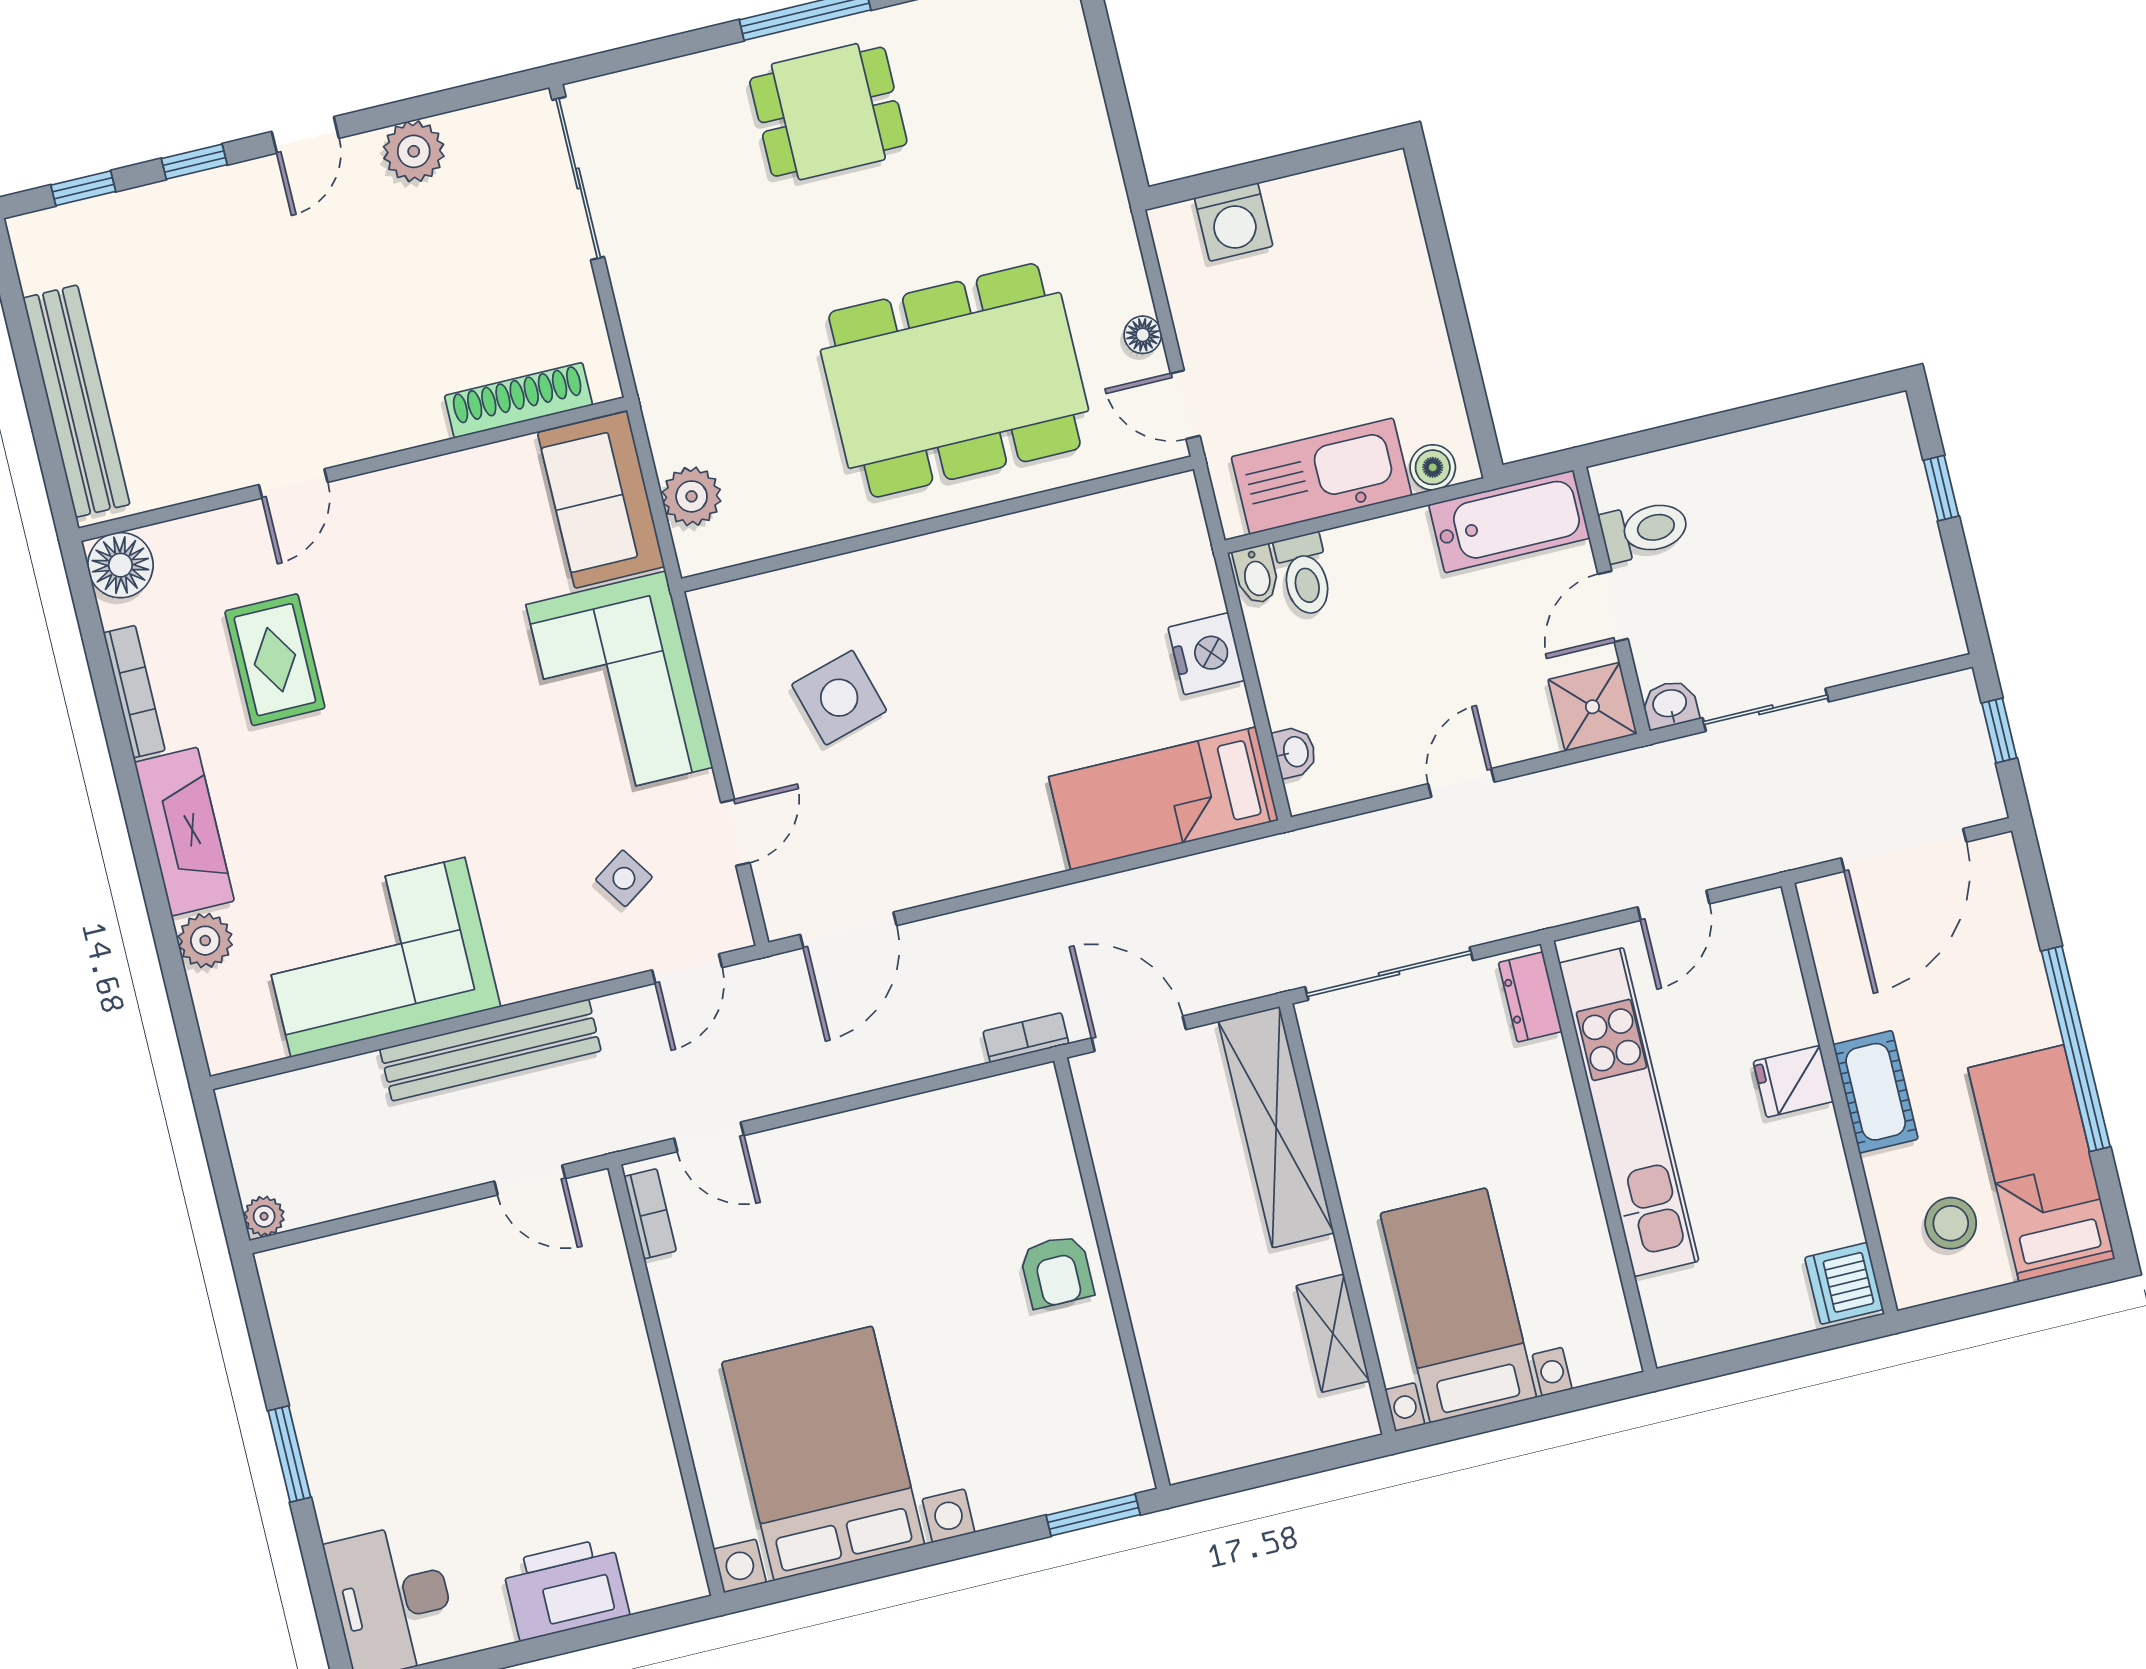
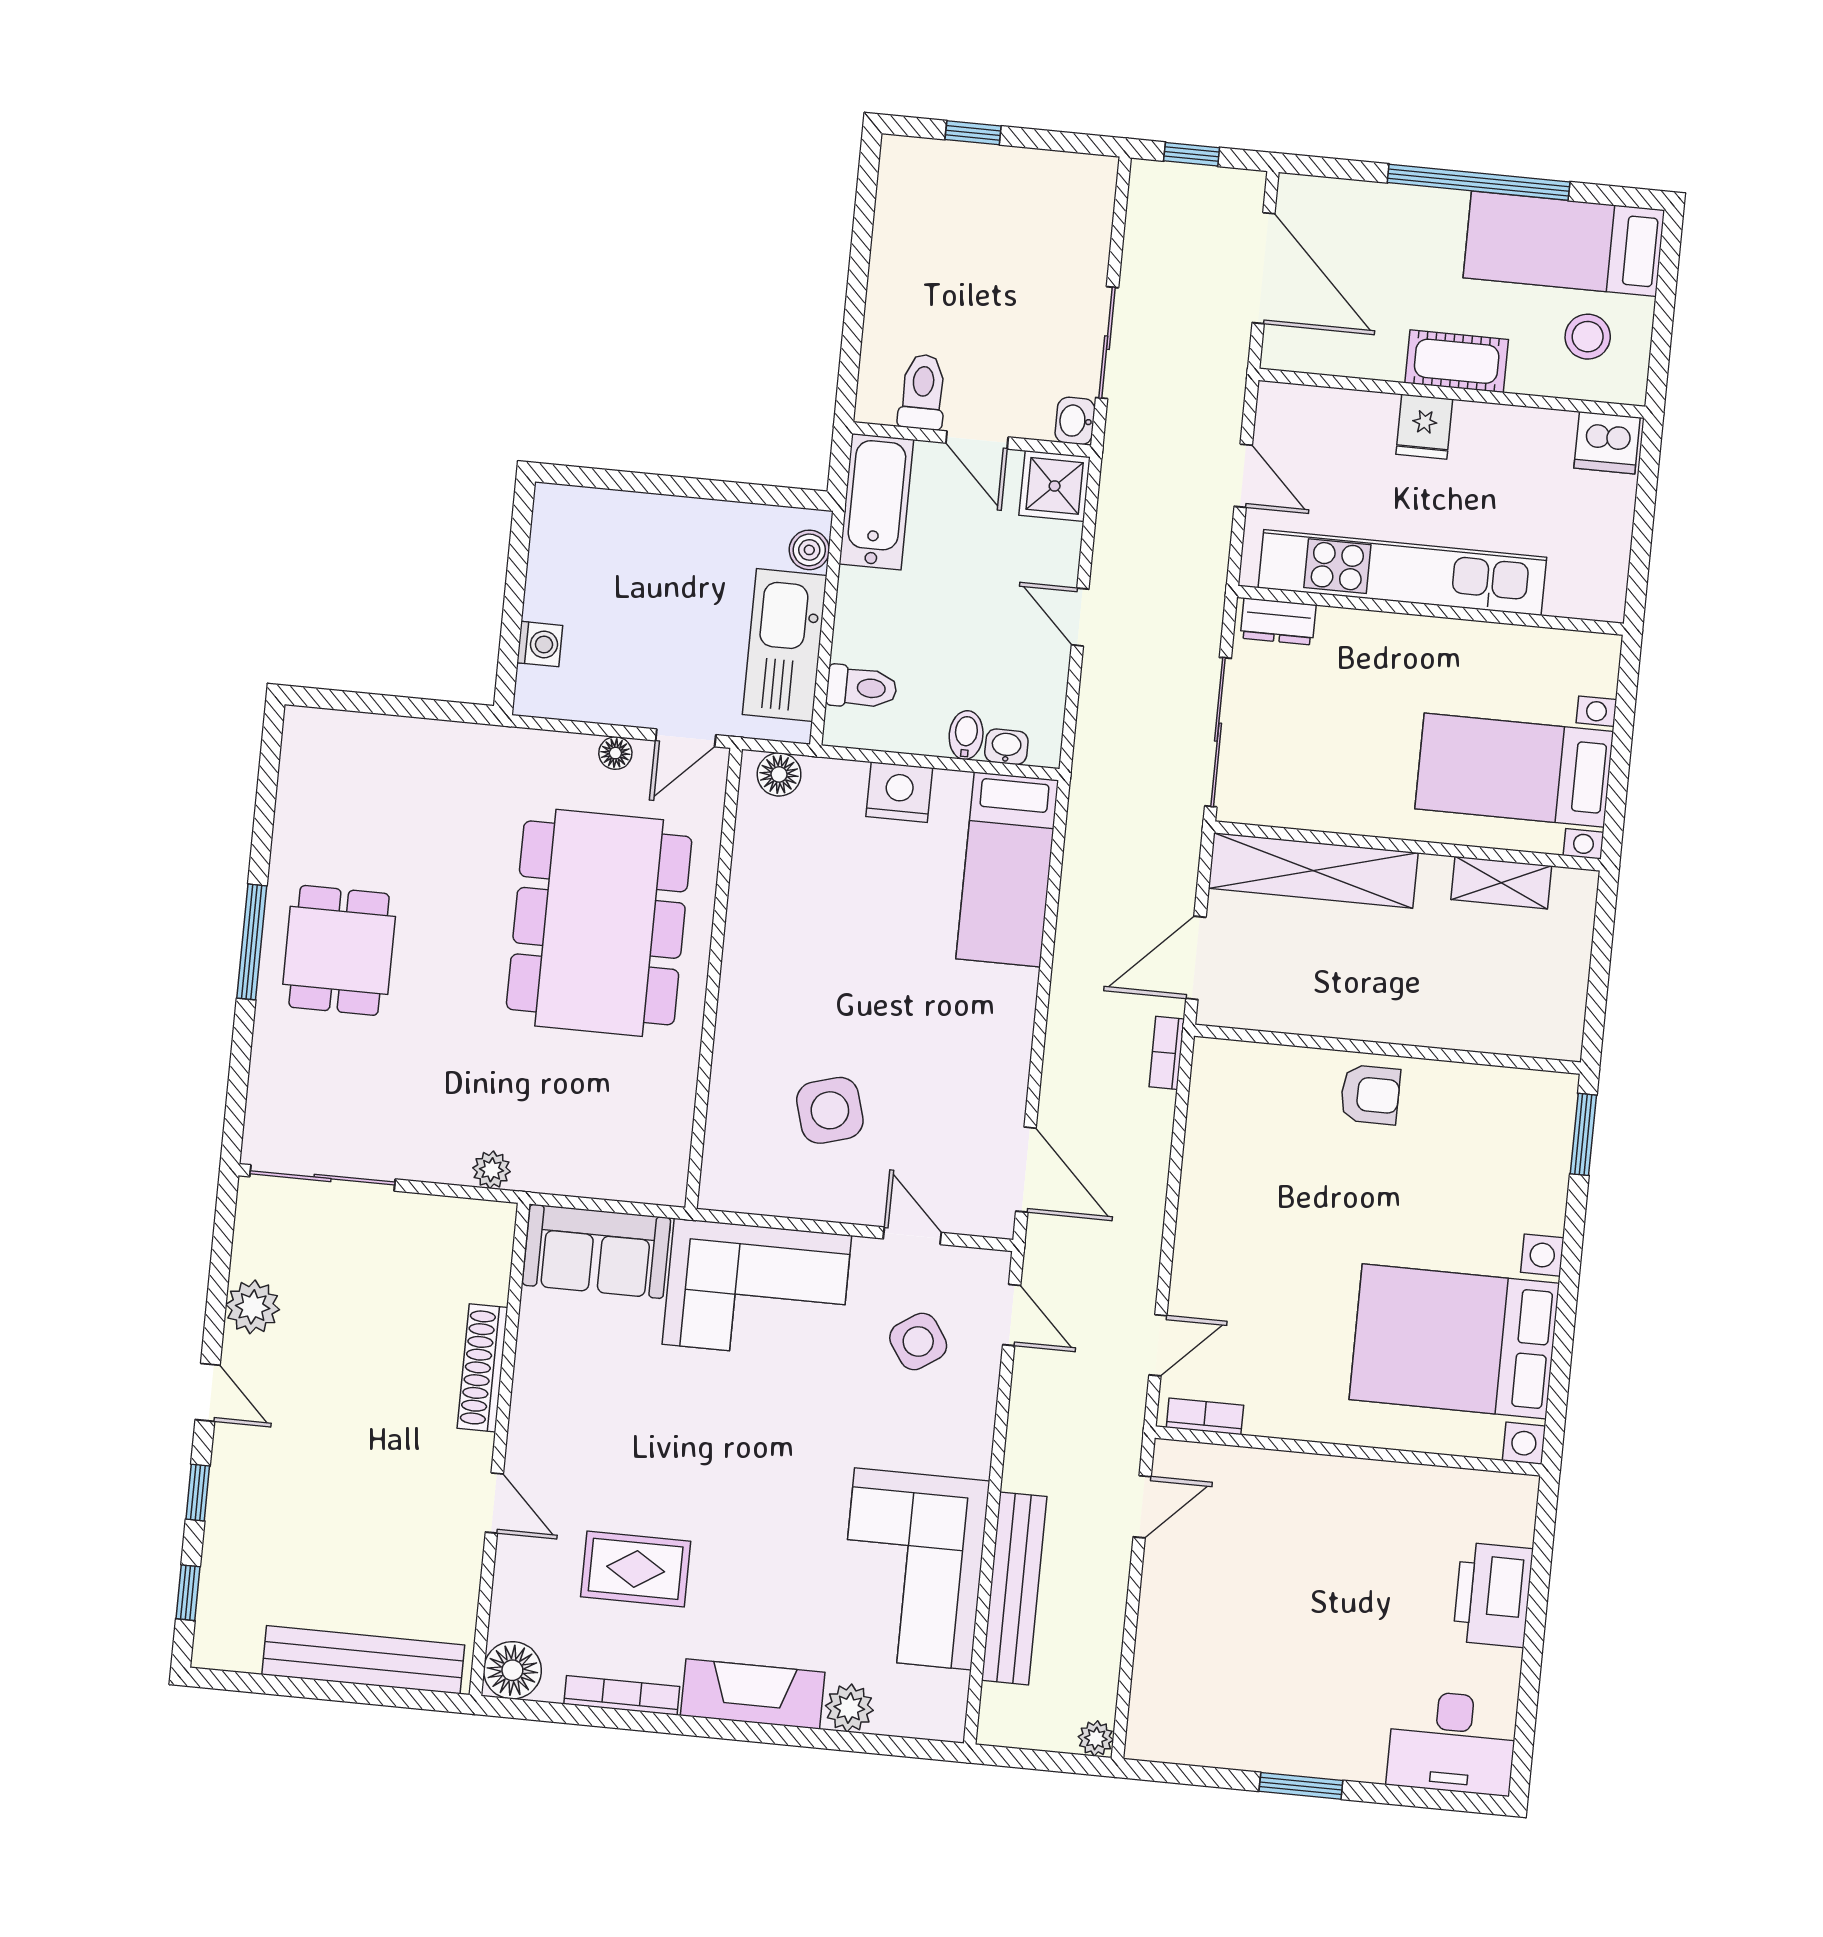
washing machine: (1234, 222) -> (540, 644), width x0.73, depth x0.73
shoe rack: (518, 400) -> (482, 1368), moved
plant: (692, 496) -> (492, 1170), moved, width x0.73, depth x0.73
floor lamp: (1181, 518) -> (779, 774), added
bidet: (1256, 575) -> (966, 735), moved, turned -90
side table: (624, 878) -> (918, 1341), width x1.37, depth x1.37
bench: (490, 1050) -> (1014, 1588), moved

